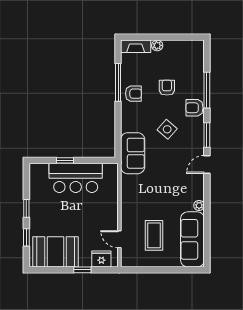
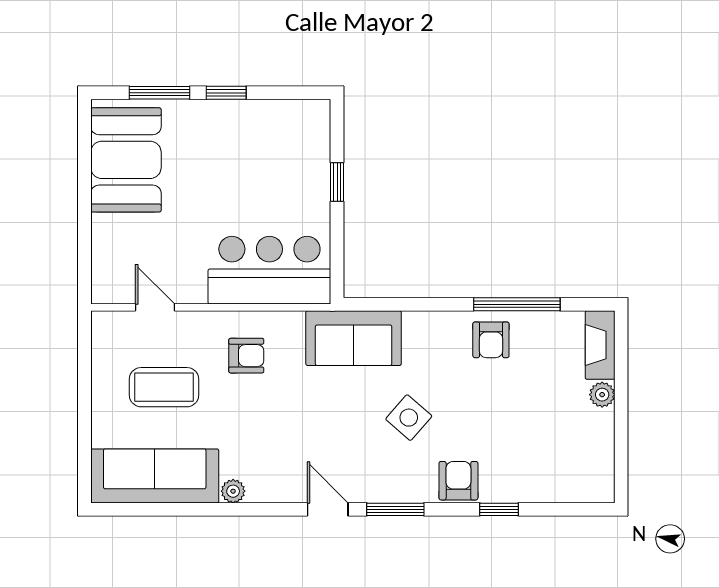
armchair: (167, 88) -> (246, 356), moved
window: (207, 90) -> (499, 509), width x0.46
bar counter: (76, 178) -> (269, 270), moved, turned 90
window: (26, 237) -> (159, 93), width x1.50
door: (119, 239) -> (155, 307), hinge flipped
fridge: (101, 259) -> (110, 266), removed
window: (82, 270) -> (84, 222), removed

